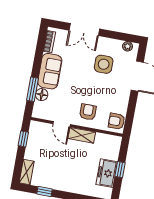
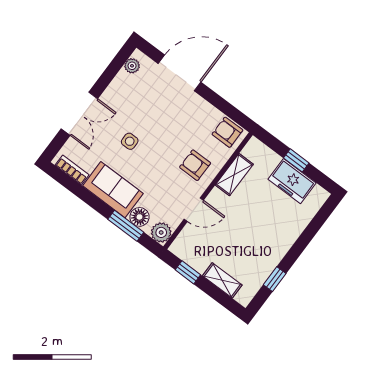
side table: (104, 64) -> (130, 141), moved, width x0.54, depth x0.54
plant: (39, 112) -> (161, 232), added
armchair: (117, 121) -> (227, 132), turned 90
shelving: (82, 135) -> (234, 175), moved
shelving: (27, 172) -> (222, 280), moved

